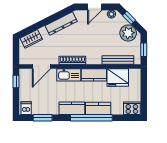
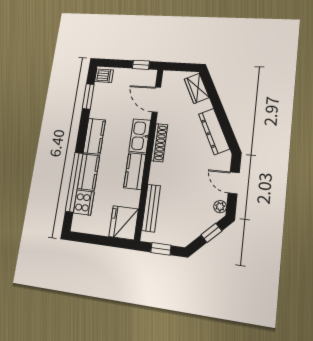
plant: (128, 33) -> (189, 229), removed
fridge: (118, 78) -> (124, 223), moved
cooker: (132, 108) -> (84, 202), moved
window: (91, 118) -> (74, 182), moved

